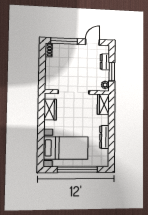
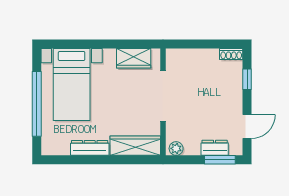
window: (64, 41) -> (247, 79), width x0.46
door: (92, 42) -> (247, 126), hinge flipped
window: (112, 72) -> (220, 160), moved
wardrobe: (103, 104) -> (135, 146), width x1.50

